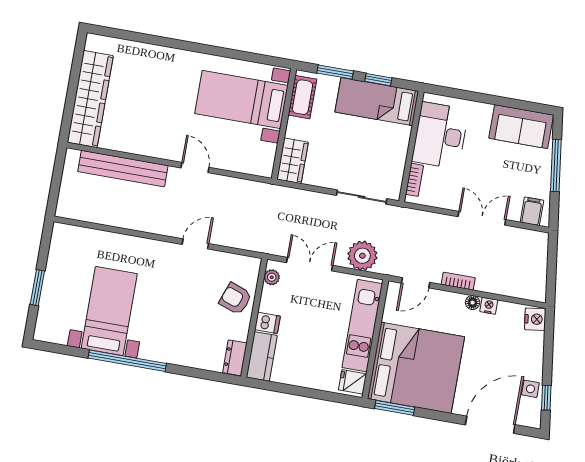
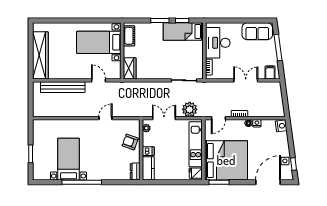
cot: (302, 97) -> (129, 36), moved
bed with nightstands: (241, 100) -> (99, 42), moved
wall: (284, 124) -> (122, 51), moved
wardrobe: (293, 161) -> (130, 68), moved

